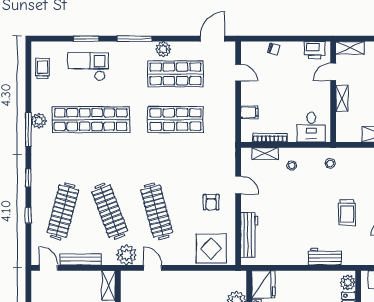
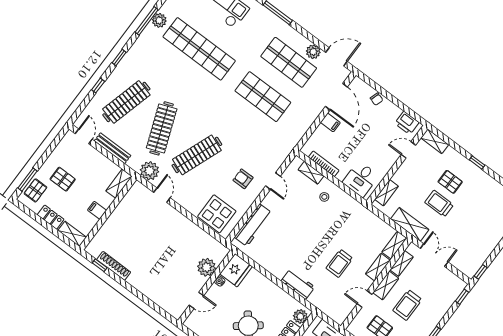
plant: (163, 49) -> (313, 52), moved
door: (238, 73) -> (336, 97), width x1.88
shelving: (342, 98) -> (386, 193), moved
filing cabinet: (249, 112) -> (330, 122), moved
stool: (330, 163) -> (354, 217), removed
armchair: (211, 202) -> (243, 179), turned 90
clothes rail: (157, 211) -> (197, 155), turned 36

